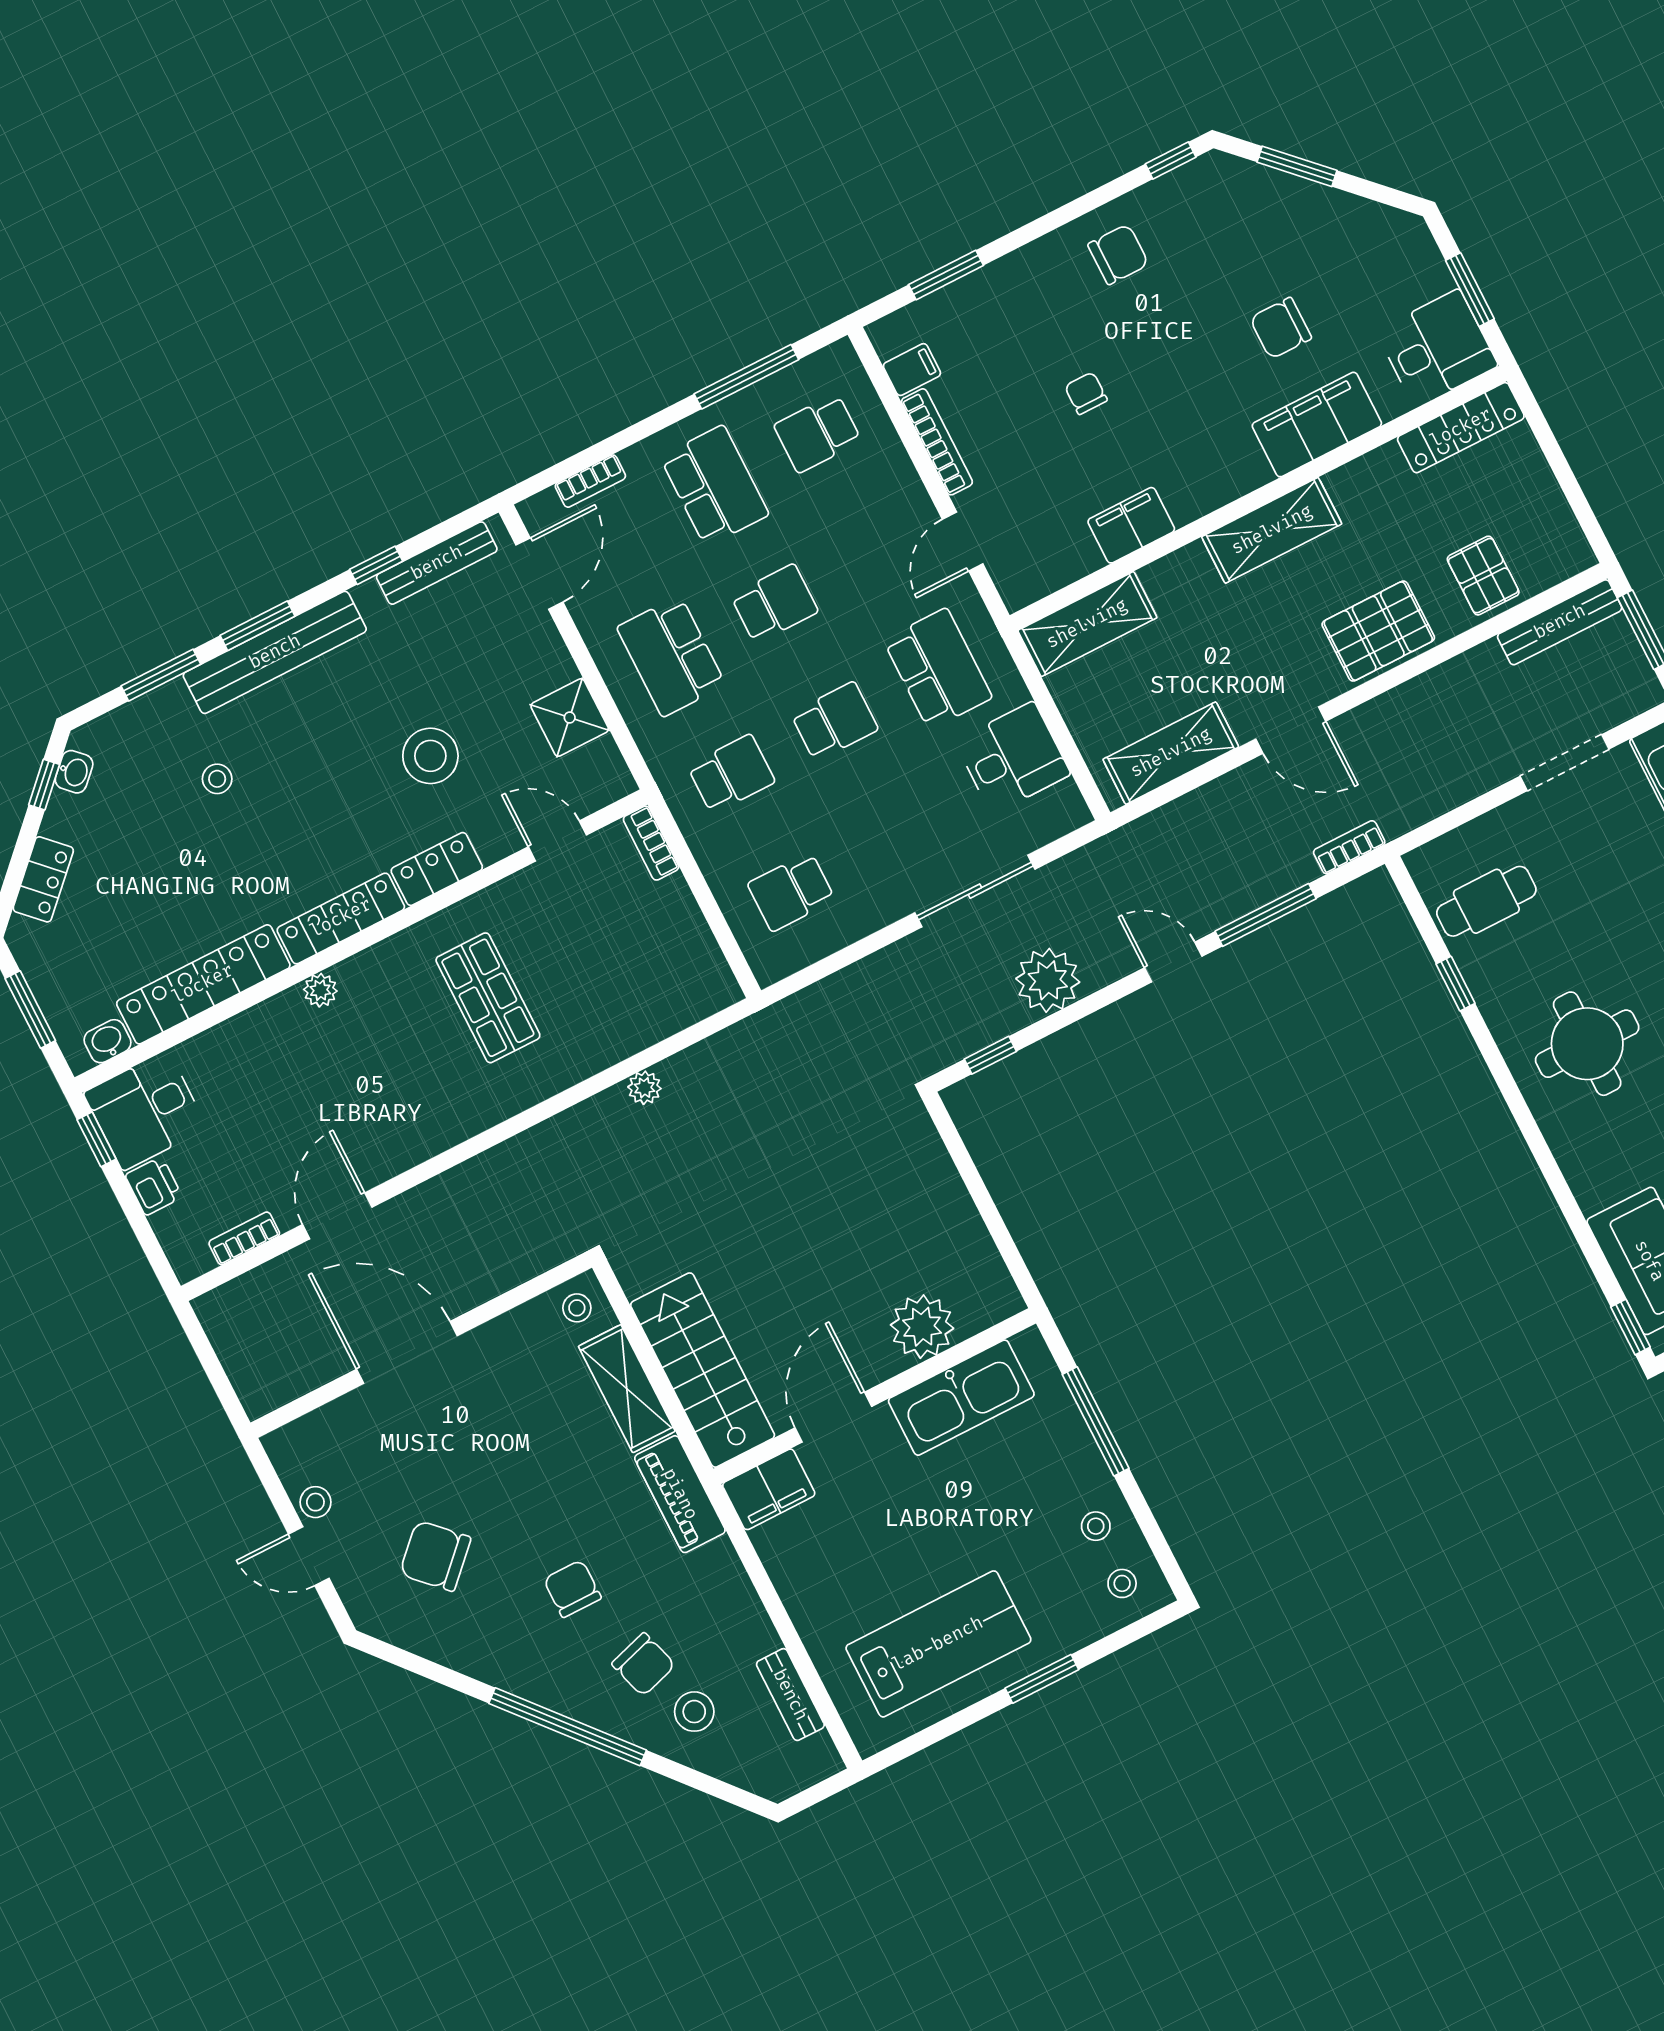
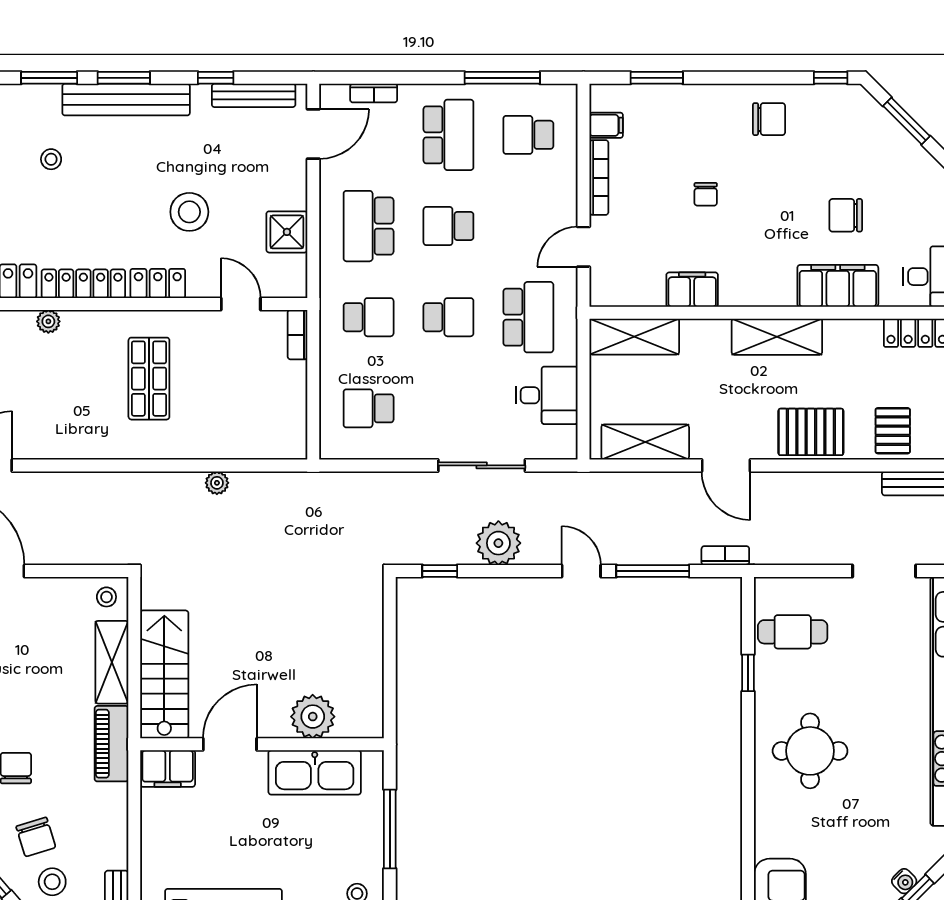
chair: (1086, 393) -> (706, 194), turned 180
school desk: (774, 604) -> (448, 226), turned 180

